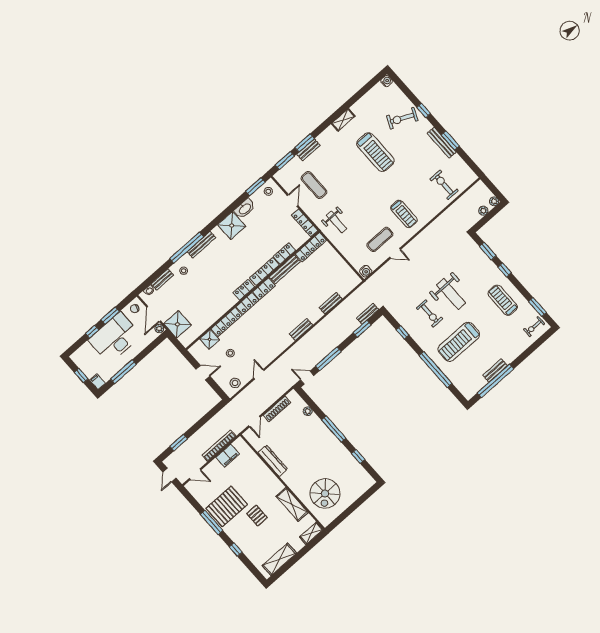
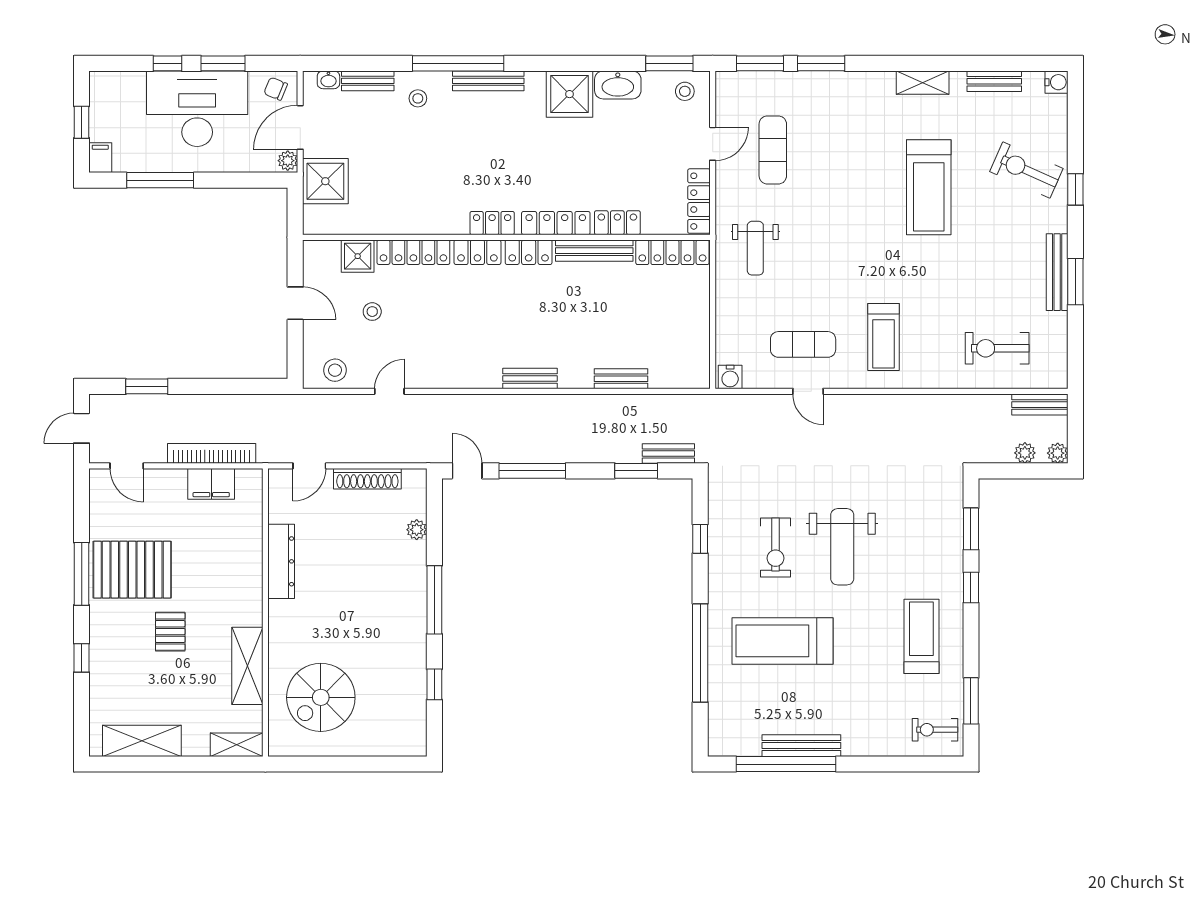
bench: (308, 150) -> (994, 81), moved
exercise bike: (444, 185) -> (997, 348), turned -90
bench: (474, 191) -> (1040, 405), added
bench: (495, 370) -> (801, 746), width x1.36

